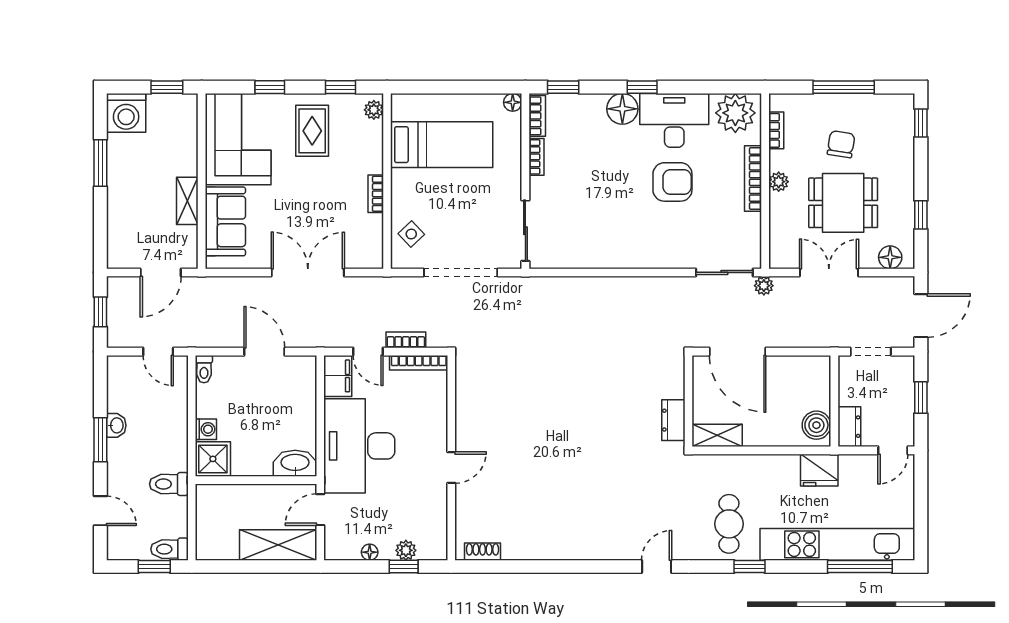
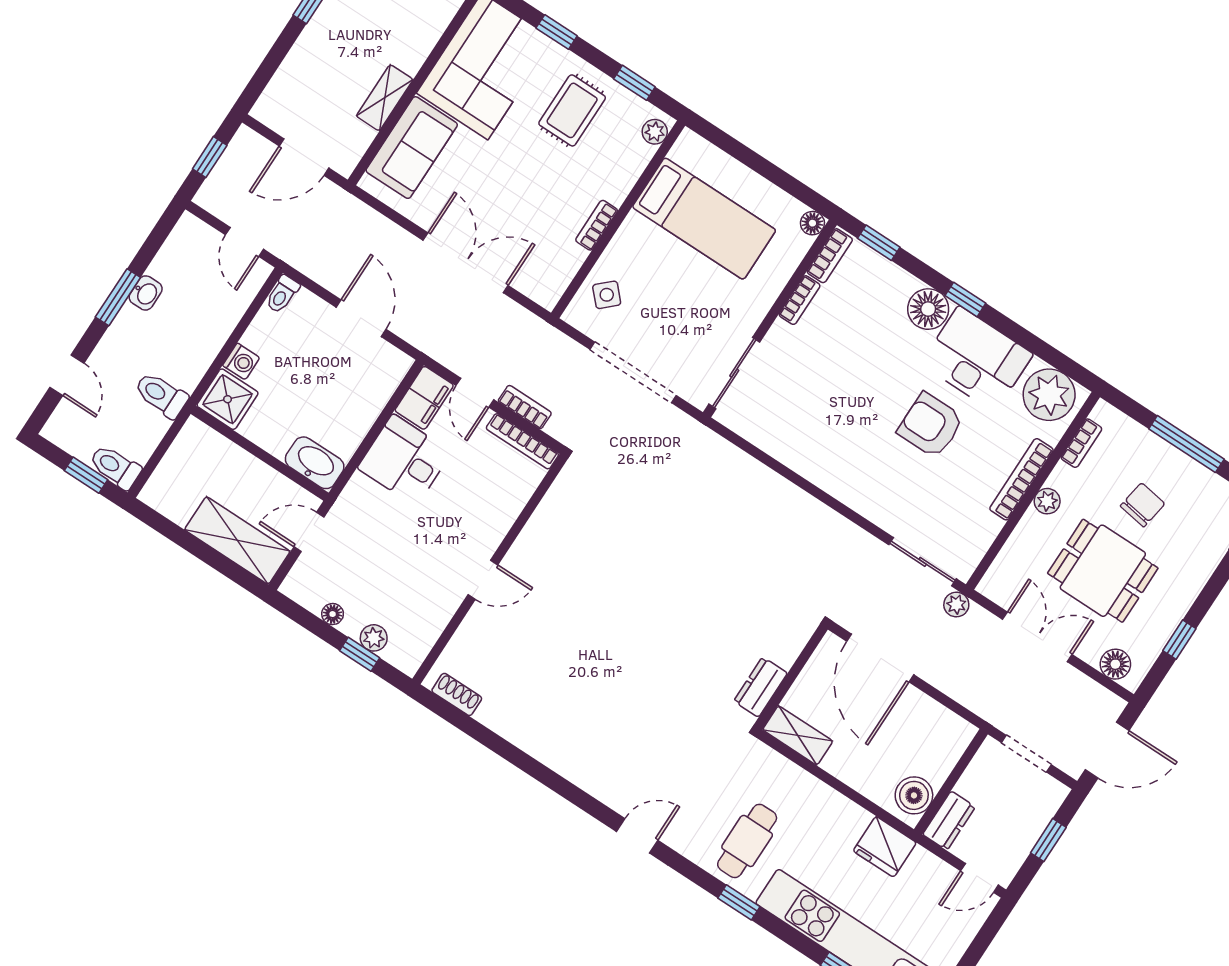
armchair: (672, 182) -> (931, 425), turned 180
desk: (359, 446) -> (404, 460), width x0.53, depth x0.77

